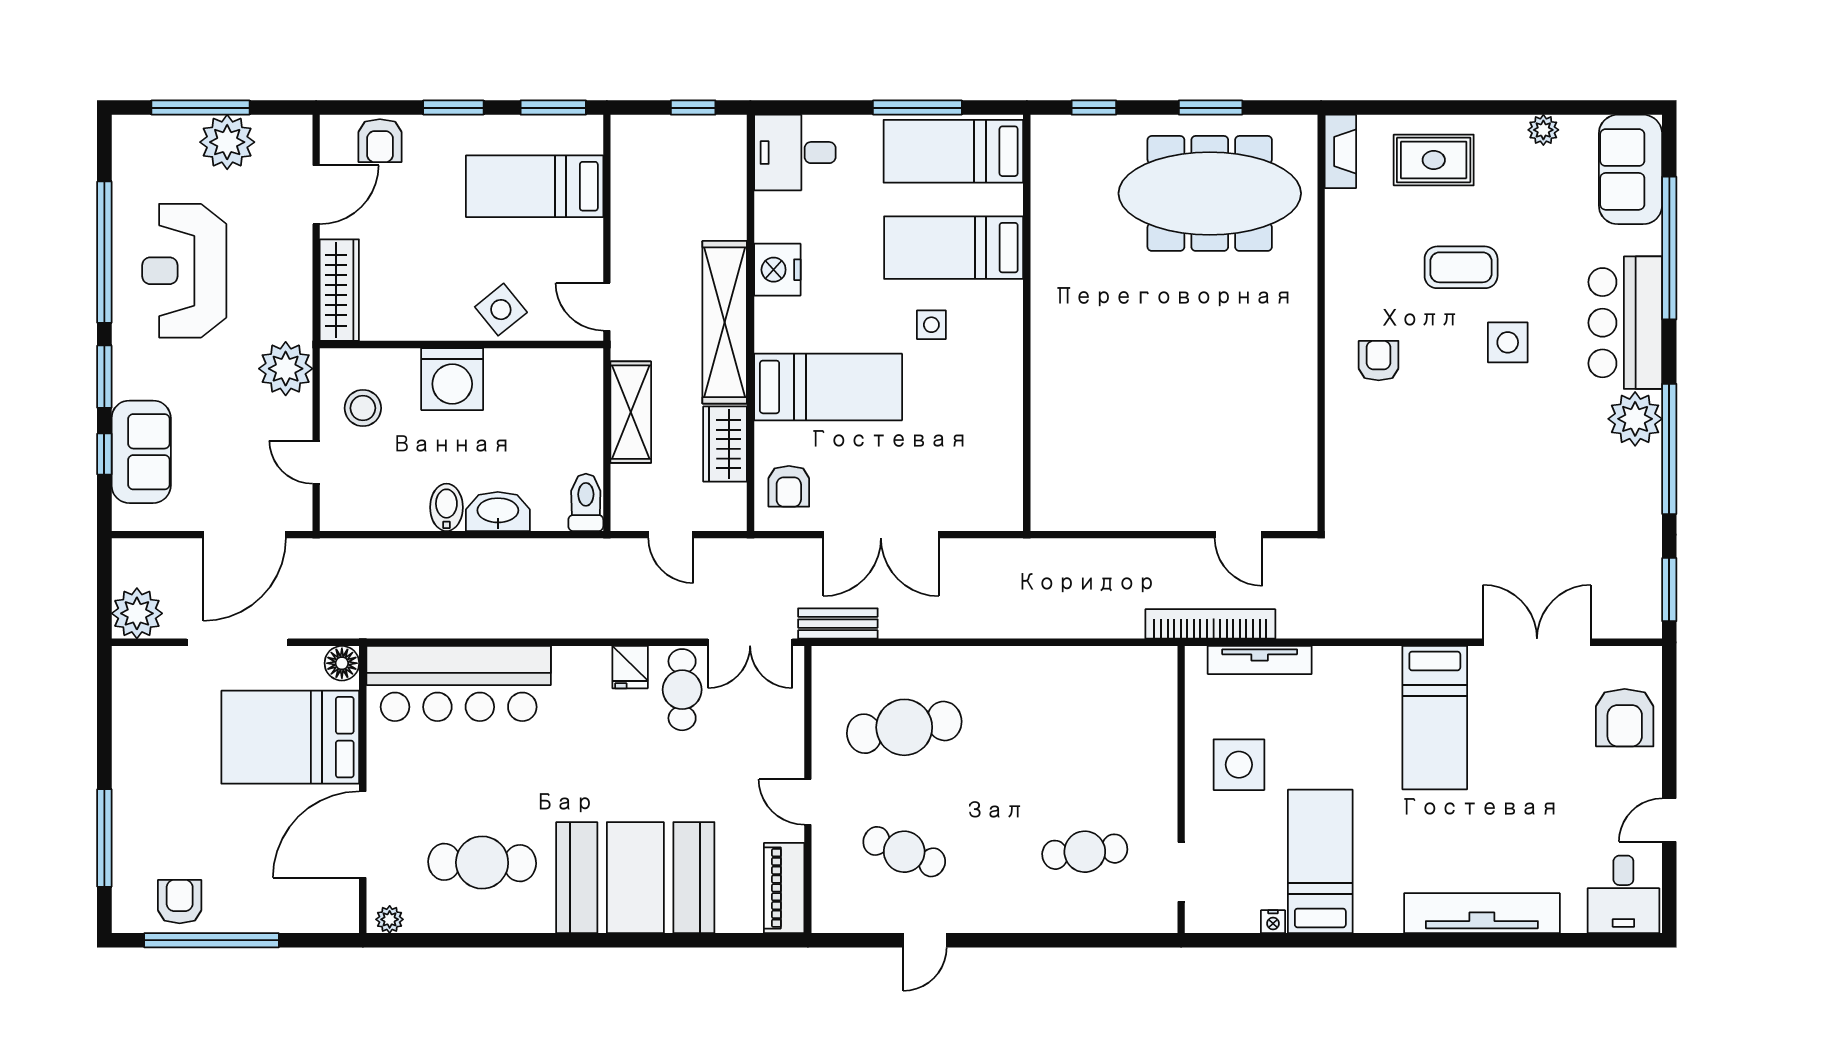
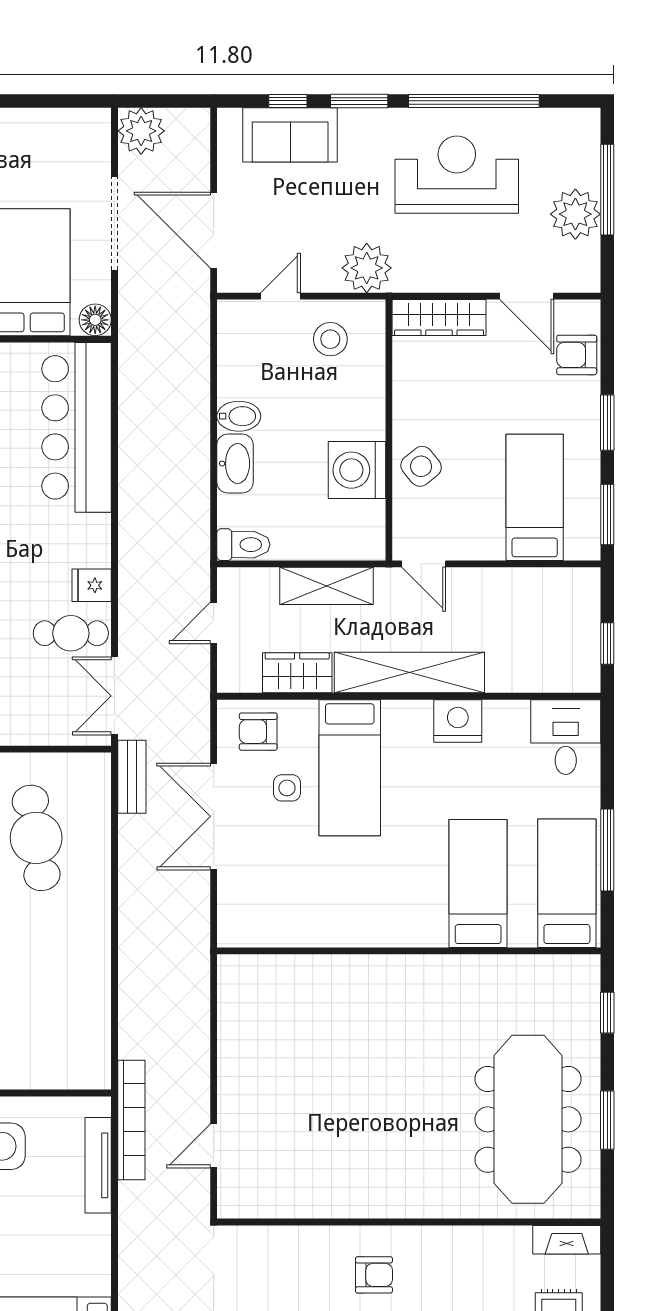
door: (607, 307) -> (424, 564), swing flipped
side table: (931, 325) -> (287, 788), moved
washing machine: (452, 379) -> (357, 470), moved

